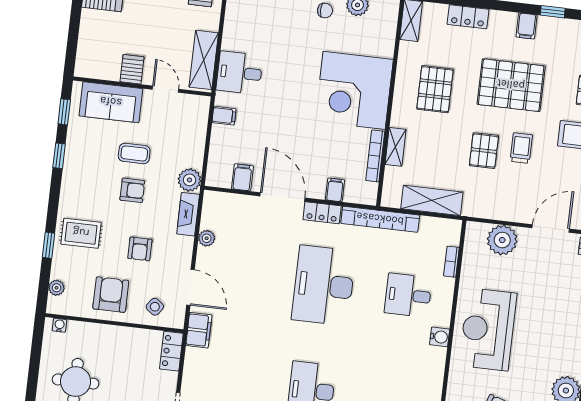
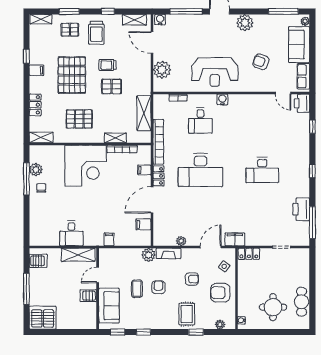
desk: (239, 73) -> (71, 233), moved

